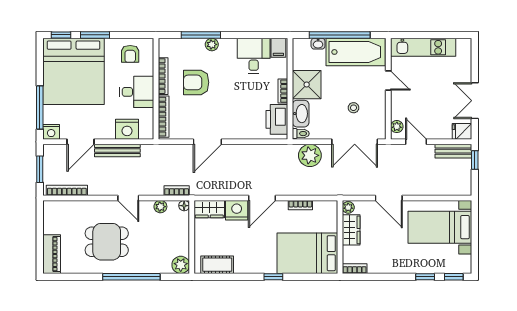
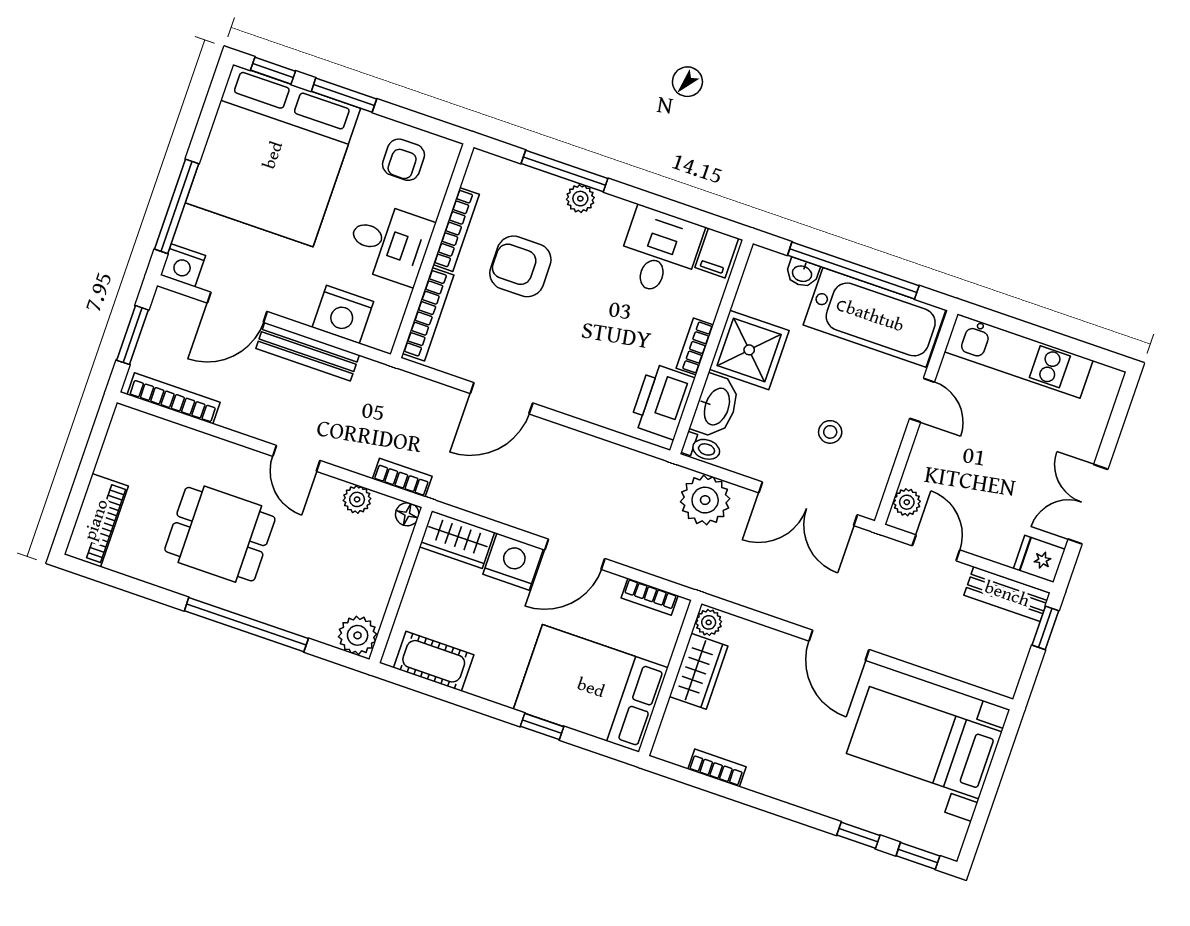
plant: (348, 207) -> (709, 622), moved
wardrobe: (351, 230) -> (699, 671), moved
wall: (340, 237) -> (670, 678), moved
bed: (307, 253) -> (591, 688), moved

